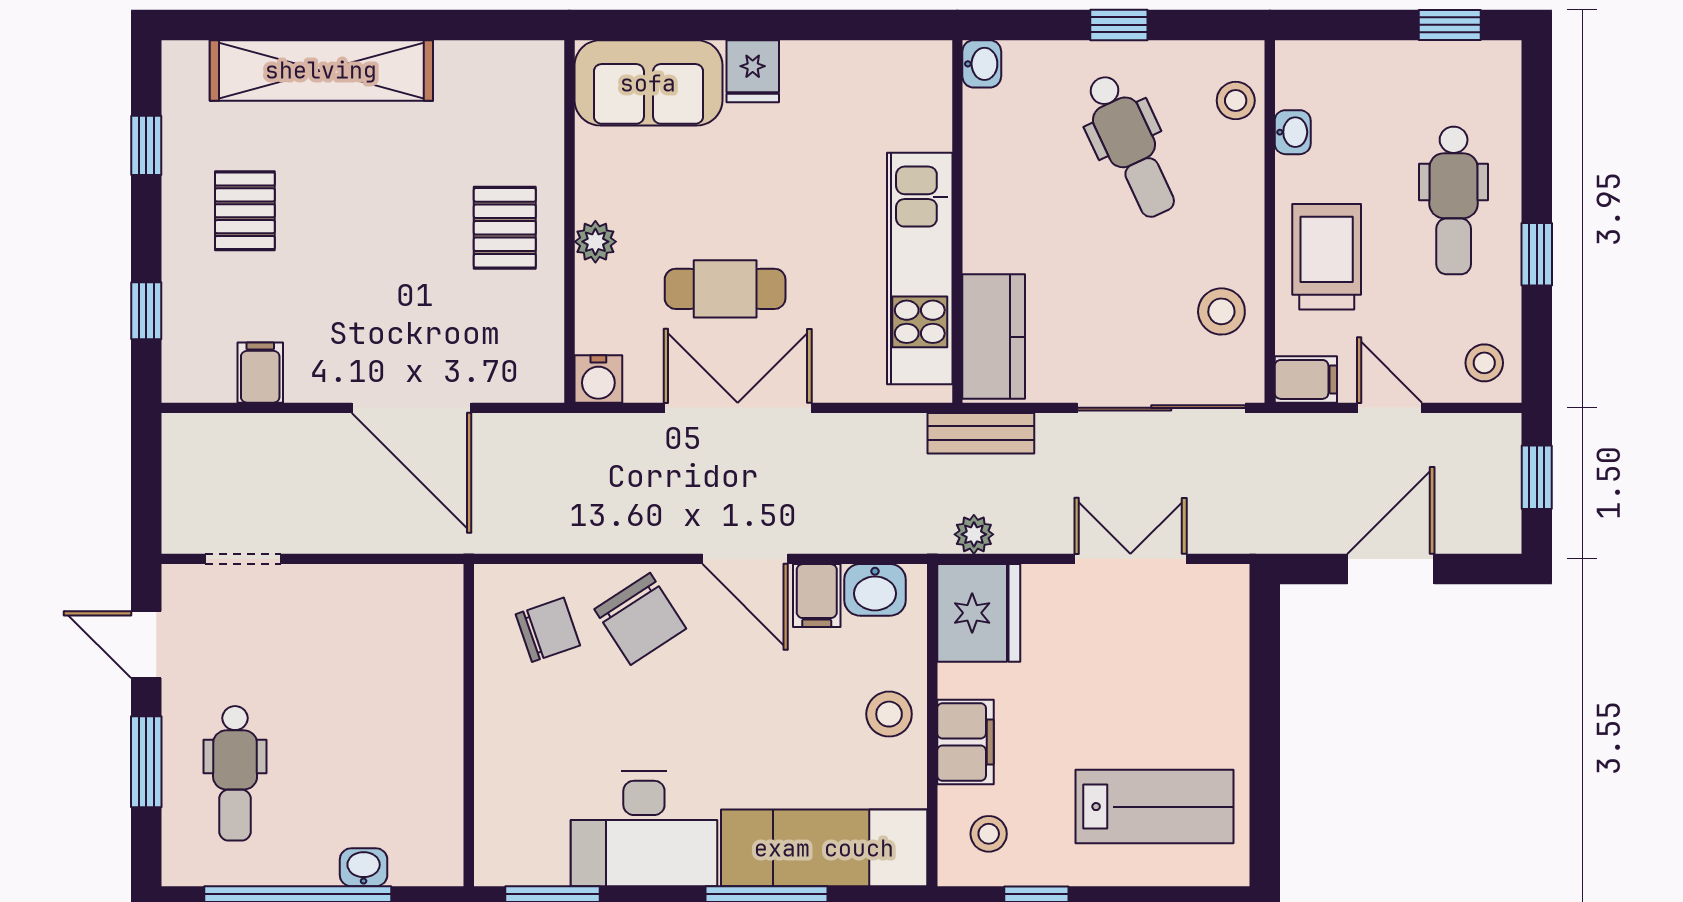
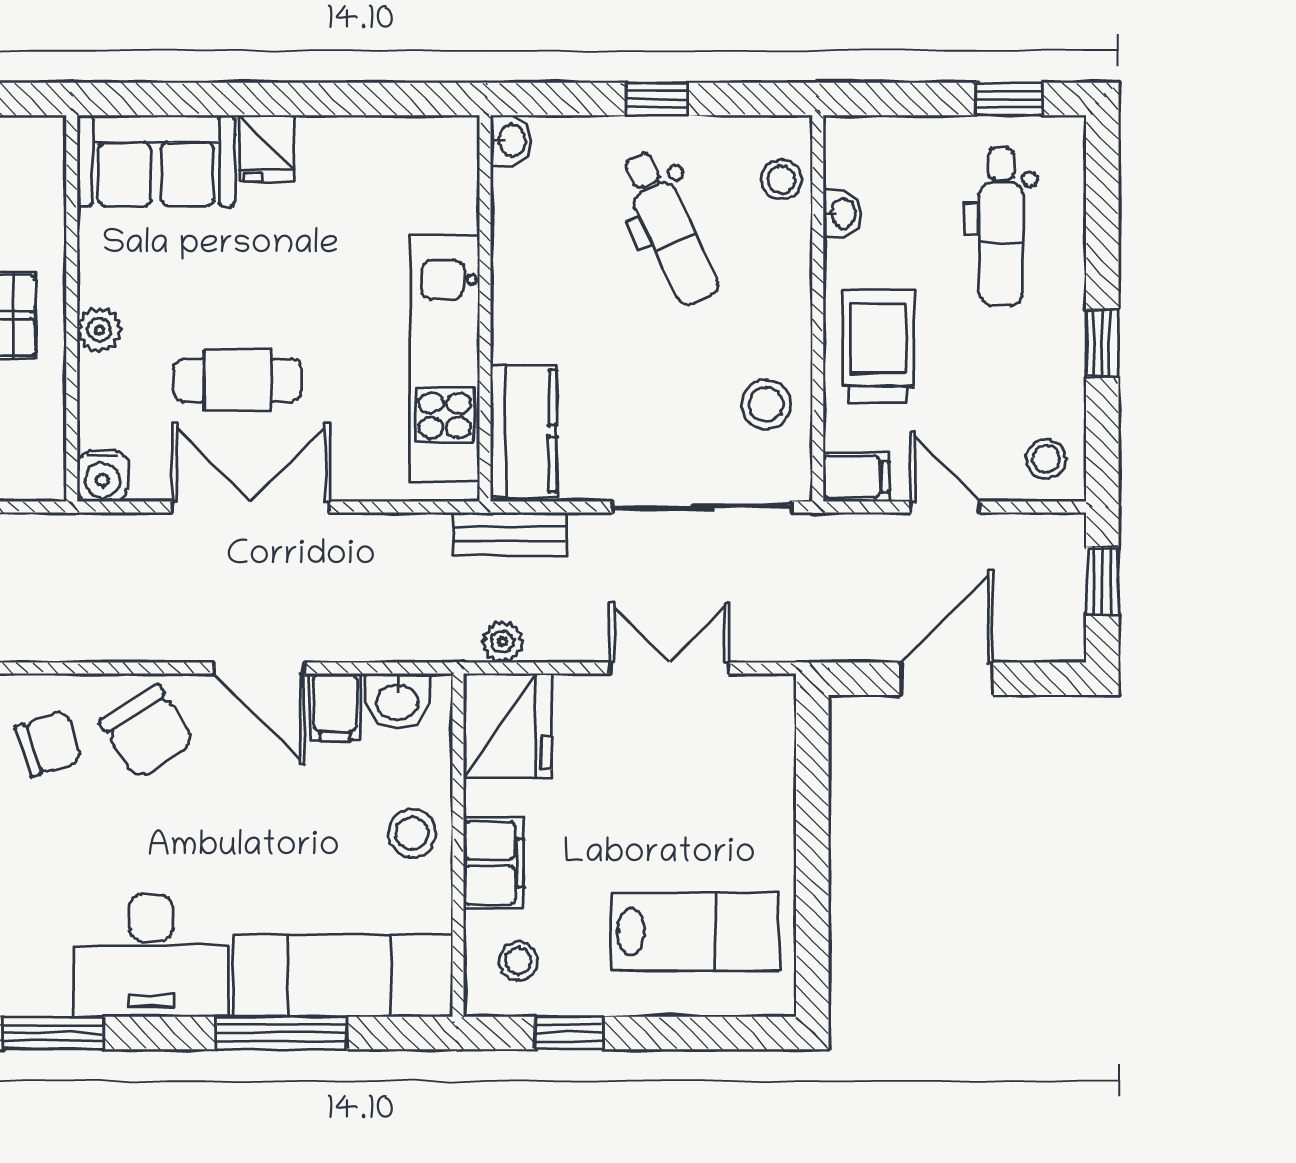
dental chair: (1454, 200) -> (1001, 227), moved

